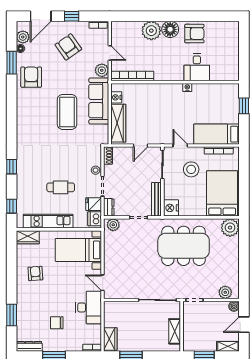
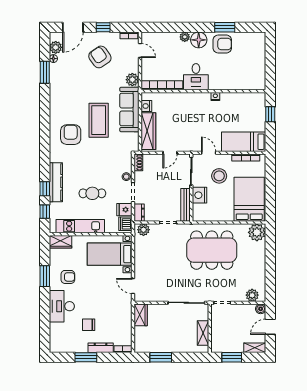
window: (197, 16) -> (225, 27), added
plant: (151, 31) -> (185, 37), width x0.53, depth x0.53
door: (110, 53) -> (140, 51), moved
desk: (197, 67) -> (196, 77), moved
armchair: (31, 77) -> (71, 135), moved
window: (12, 167) -> (45, 189), moved
kitchen counter: (23, 176) -> (56, 182), added
nightstand: (171, 208) -> (200, 195), moved
armchair: (35, 273) -> (68, 277), turned 94
desk: (89, 308) -> (62, 306), moved, turned 180
window: (12, 315) -> (45, 276), moved
wardrobe: (110, 339) -> (141, 315), moved
dresser: (29, 346) -> (101, 348), moved

